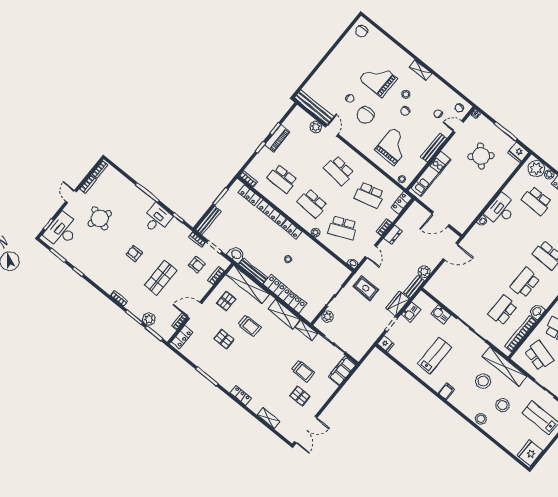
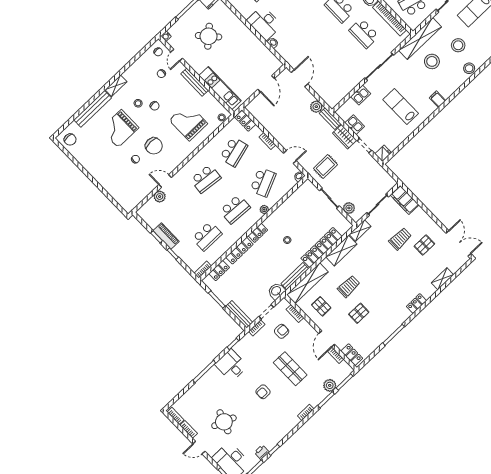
bench: (314, 107) -> (93, 109), moved
dresser: (393, 235) -> (276, 133), removed
printer: (74, 260) -> (262, 452), added

